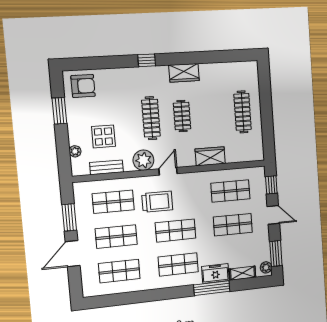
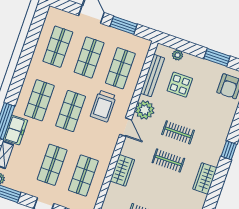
clothes rail: (151, 118) -> (178, 132), width x0.73
bench: (107, 167) -> (152, 76), width x1.36

